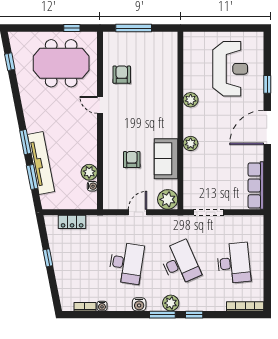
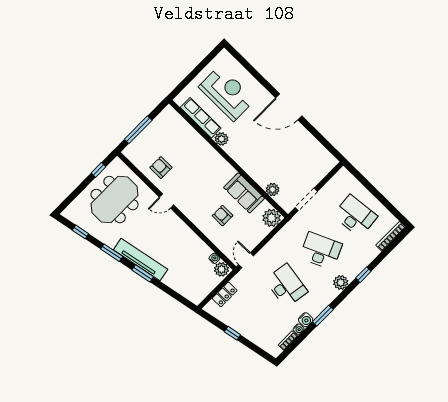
window: (267, 84) -> (261, 79), removed
door: (267, 127) -> (289, 107), hinge flipped
plant: (191, 143) -> (273, 190), moved
tv unit: (41, 163) -> (141, 259), moved
plant: (89, 172) -> (222, 269), moved
window: (32, 177) -> (112, 253), moved
row of seats: (256, 185) -> (201, 118), moved, turned 180
door: (138, 212) -> (246, 260), moved
water cooler: (139, 304) -> (306, 320), moved
window: (162, 315) -> (323, 316), moved

